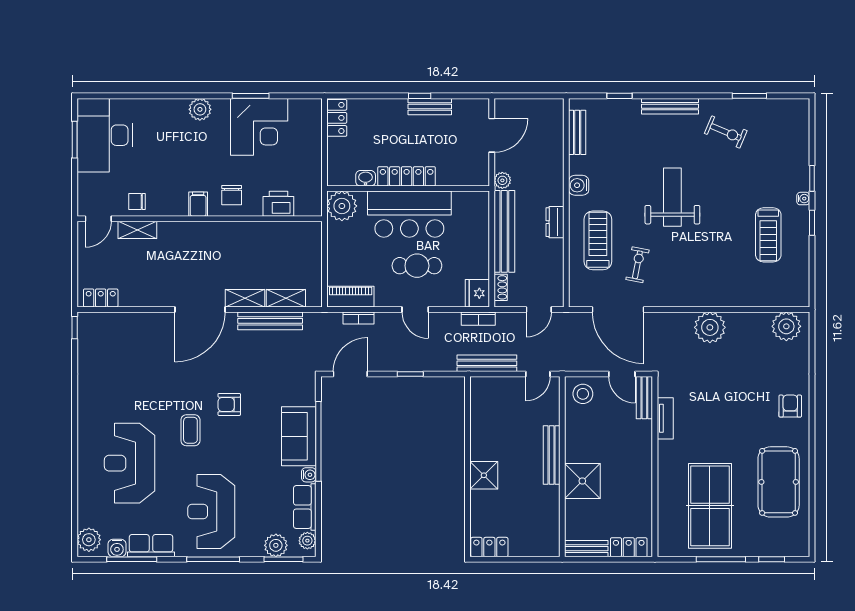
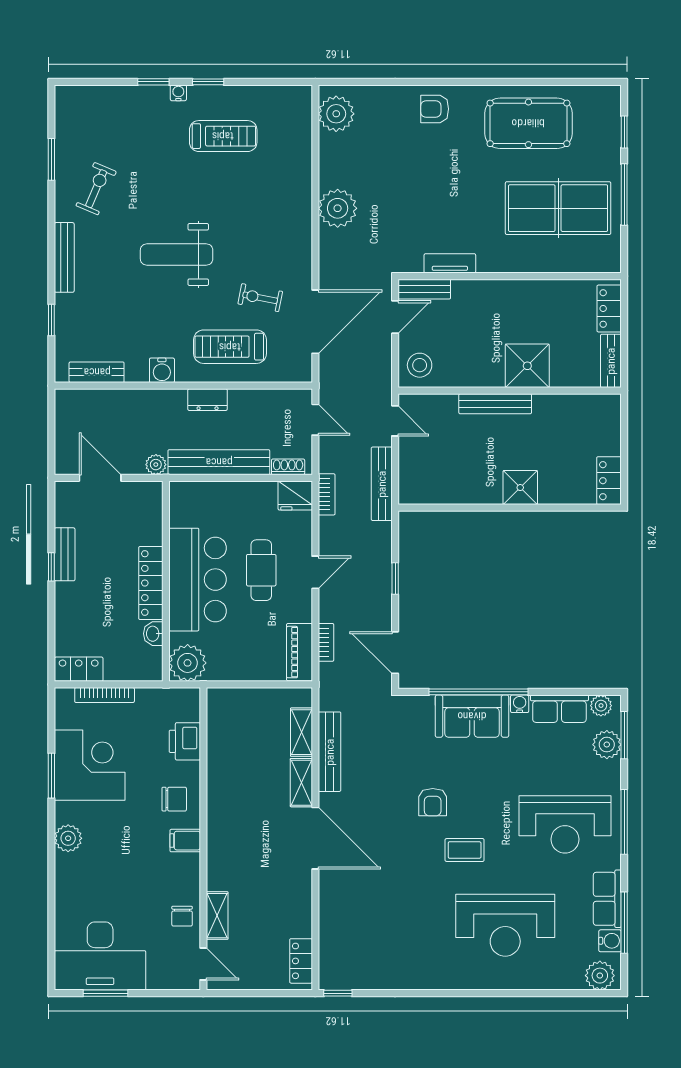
bookcase: (316, 139) -> (105, 695), added

